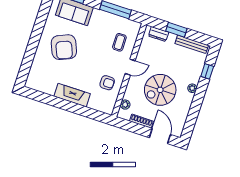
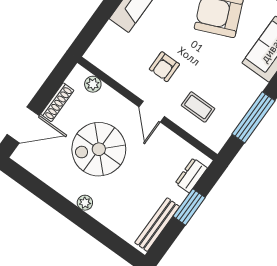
window: (207, 71) -> (105, 236), removed
armchair: (107, 83) -> (164, 67), moved
spiral stairs: (160, 90) -> (99, 149), turned -90

